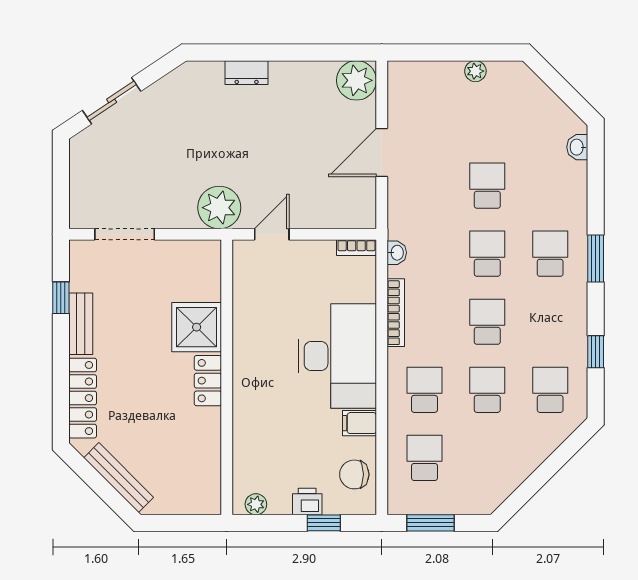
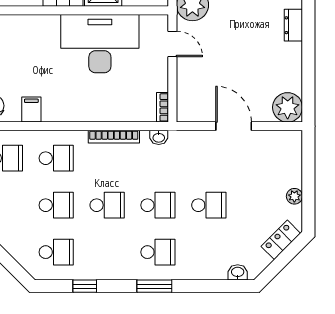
locker: (534, 89) -> (281, 240), added
desk: (337, 356) -> (100, 44), moved, turned 180

